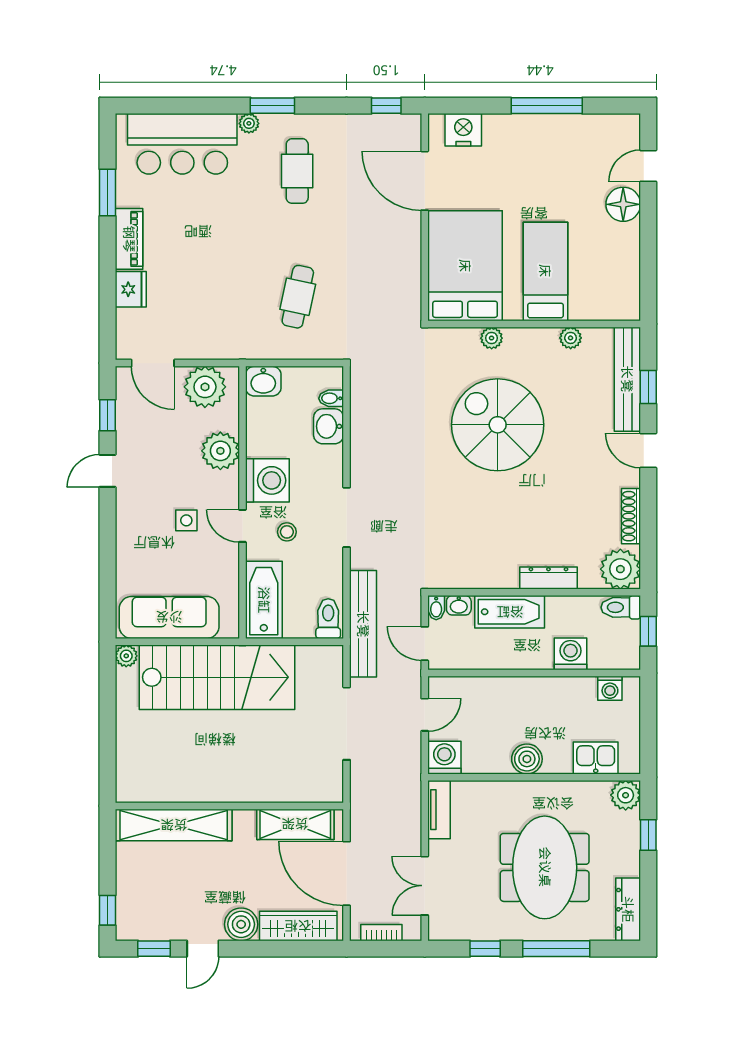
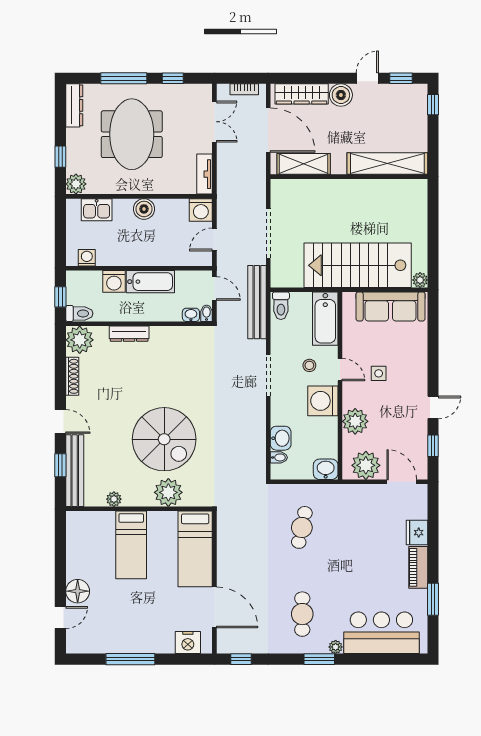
bed: (465, 266) -> (195, 549), width x0.67
plant: (492, 338) -> (168, 492), width x1.87, depth x1.87
bathtub: (510, 612) -> (150, 282), moved, turned 180

